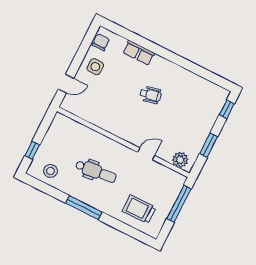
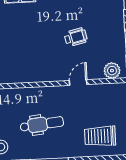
wheelchair: (150, 95) -> (76, 37), moved

